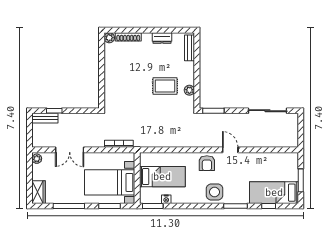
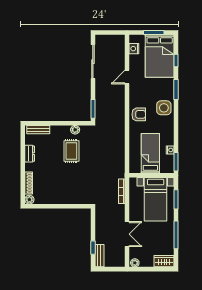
door: (230, 150) -> (127, 77), moved
nightstand: (282, 158) -> (134, 49), added
bed: (274, 193) -> (160, 56), width x1.50

